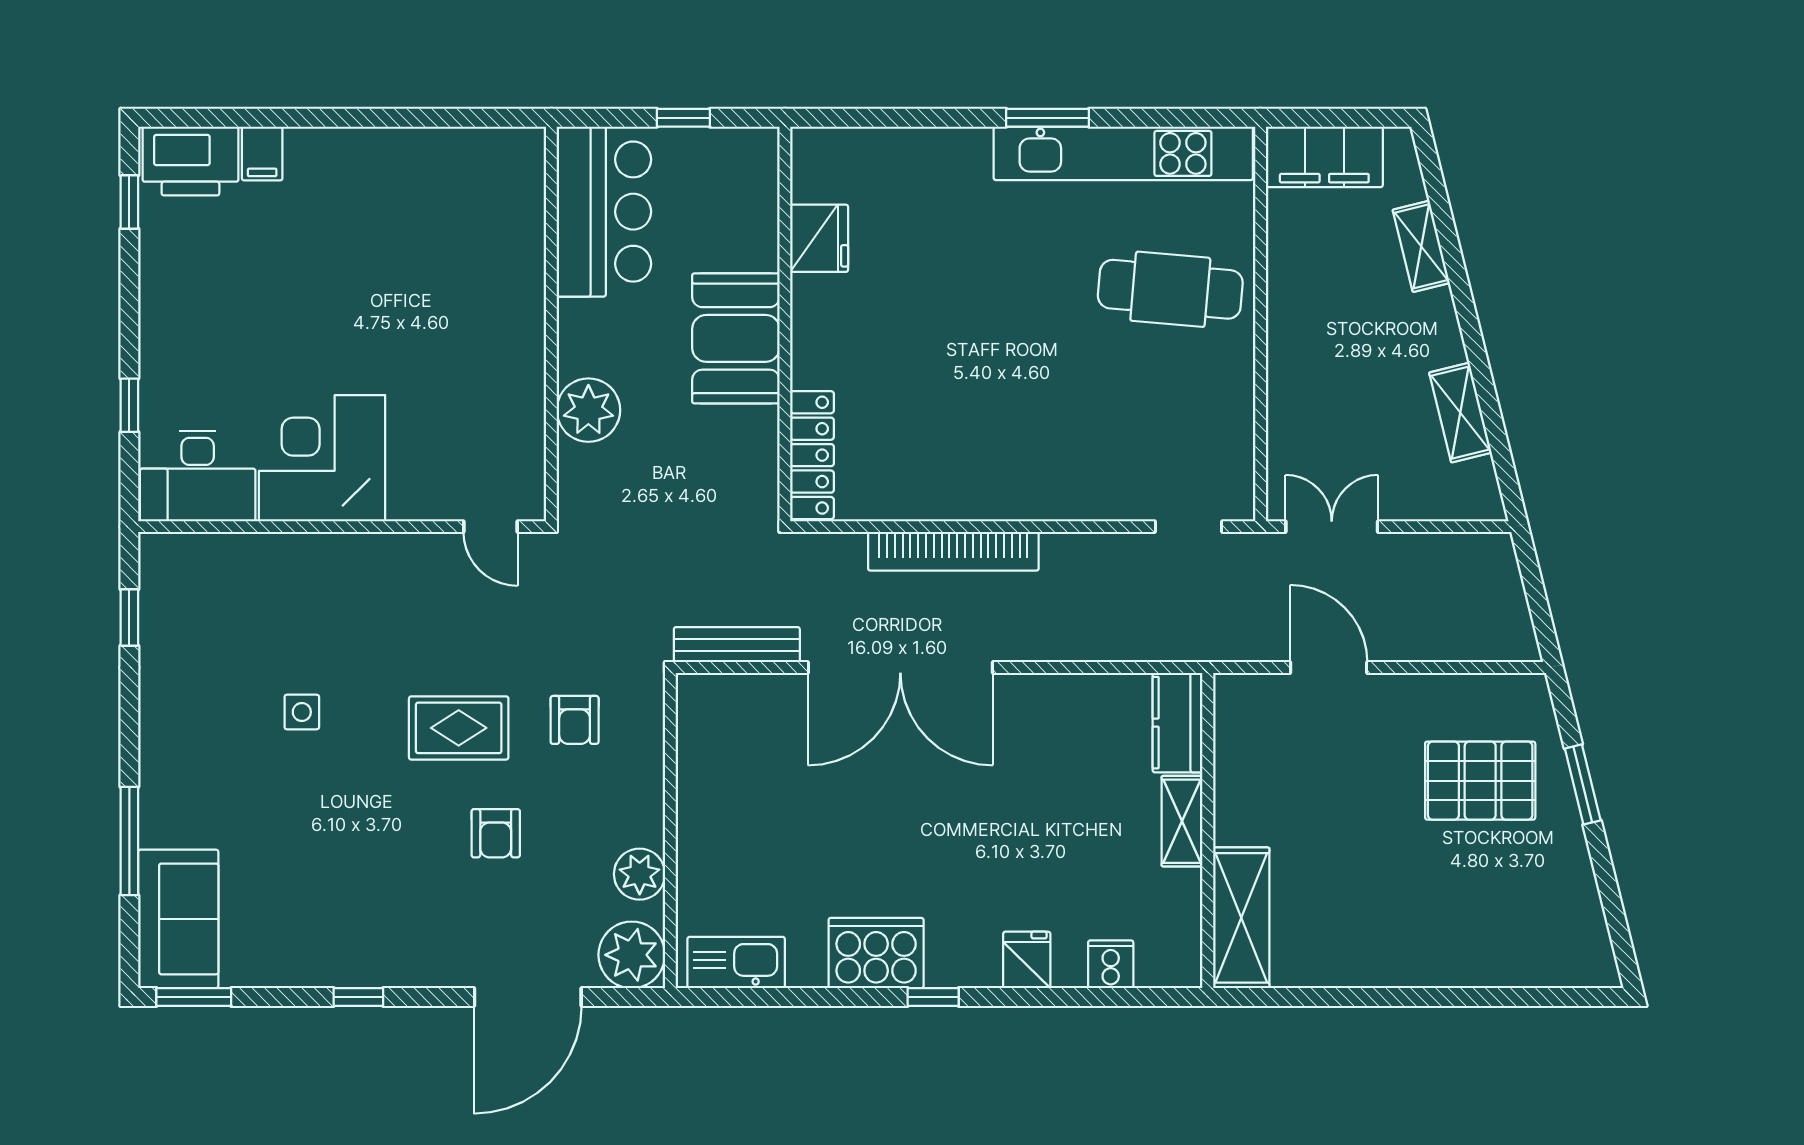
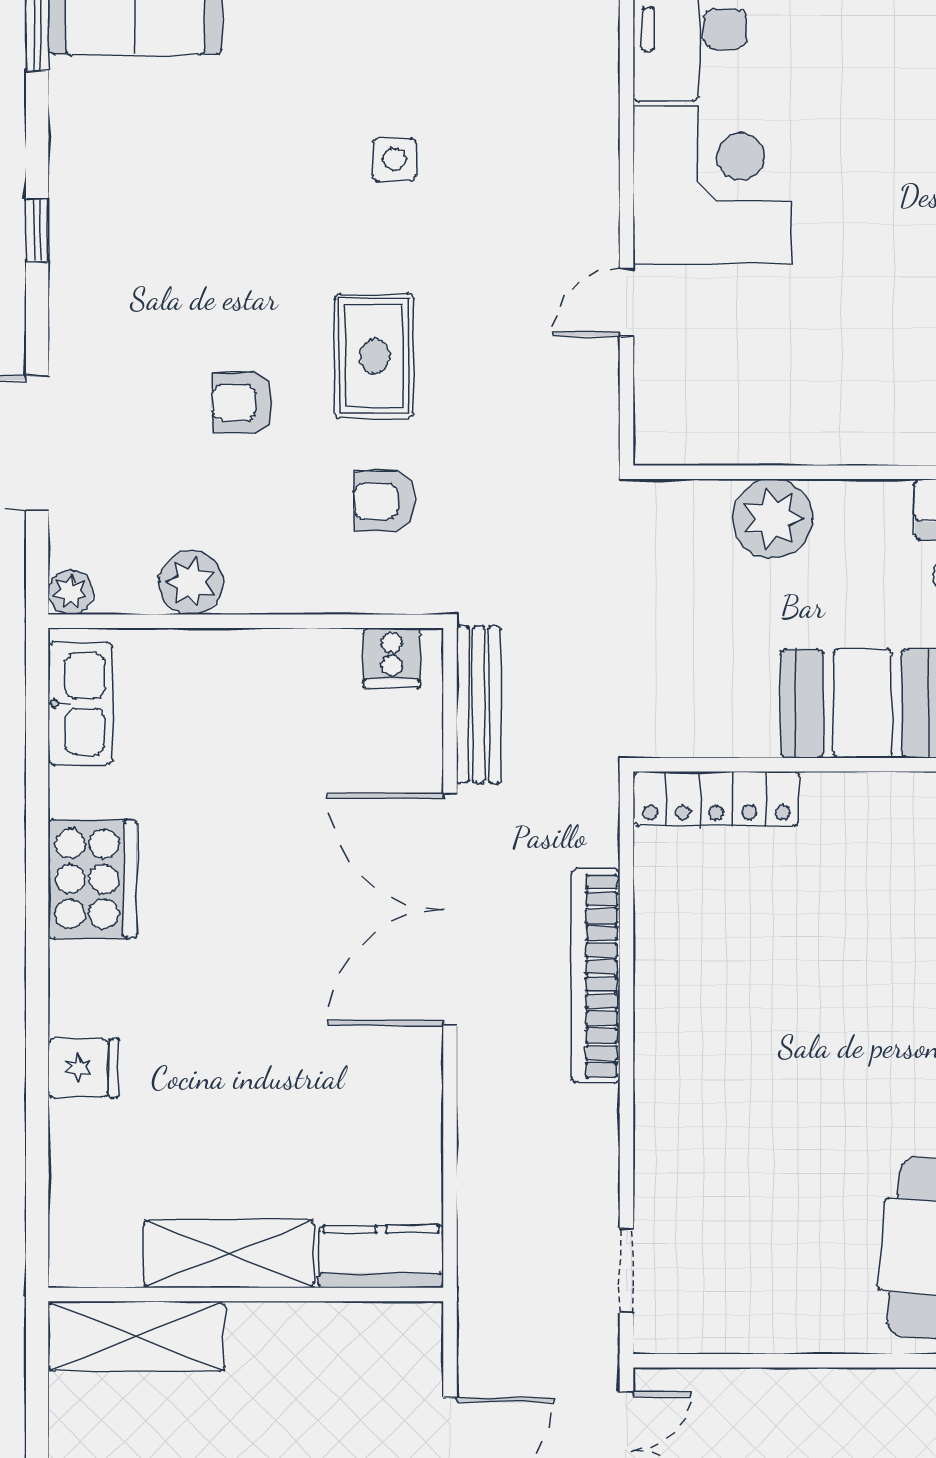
door: (491, 527) -> (627, 303), moved
shelving: (1182, 821) -> (229, 1254), width x1.50, depth x1.33
plant: (632, 955) -> (71, 592), width x0.53, depth x0.53
cooker: (1111, 964) -> (392, 658), moved, turned 90
window: (933, 997) -> (37, 950), removed

